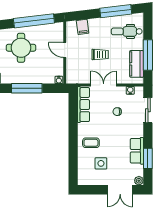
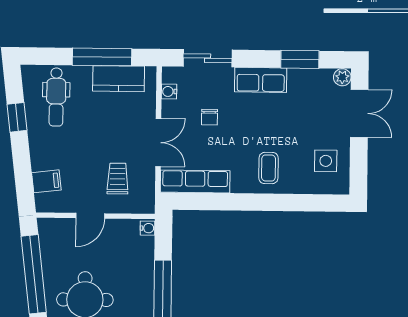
window: (116, 11) -> (17, 117), width x0.46
trolley: (100, 55) -> (118, 179), moved
double door: (104, 85) -> (158, 142), swing flipped
row of seats: (137, 151) -> (261, 80), moved
side table: (101, 163) -> (326, 161), moved

